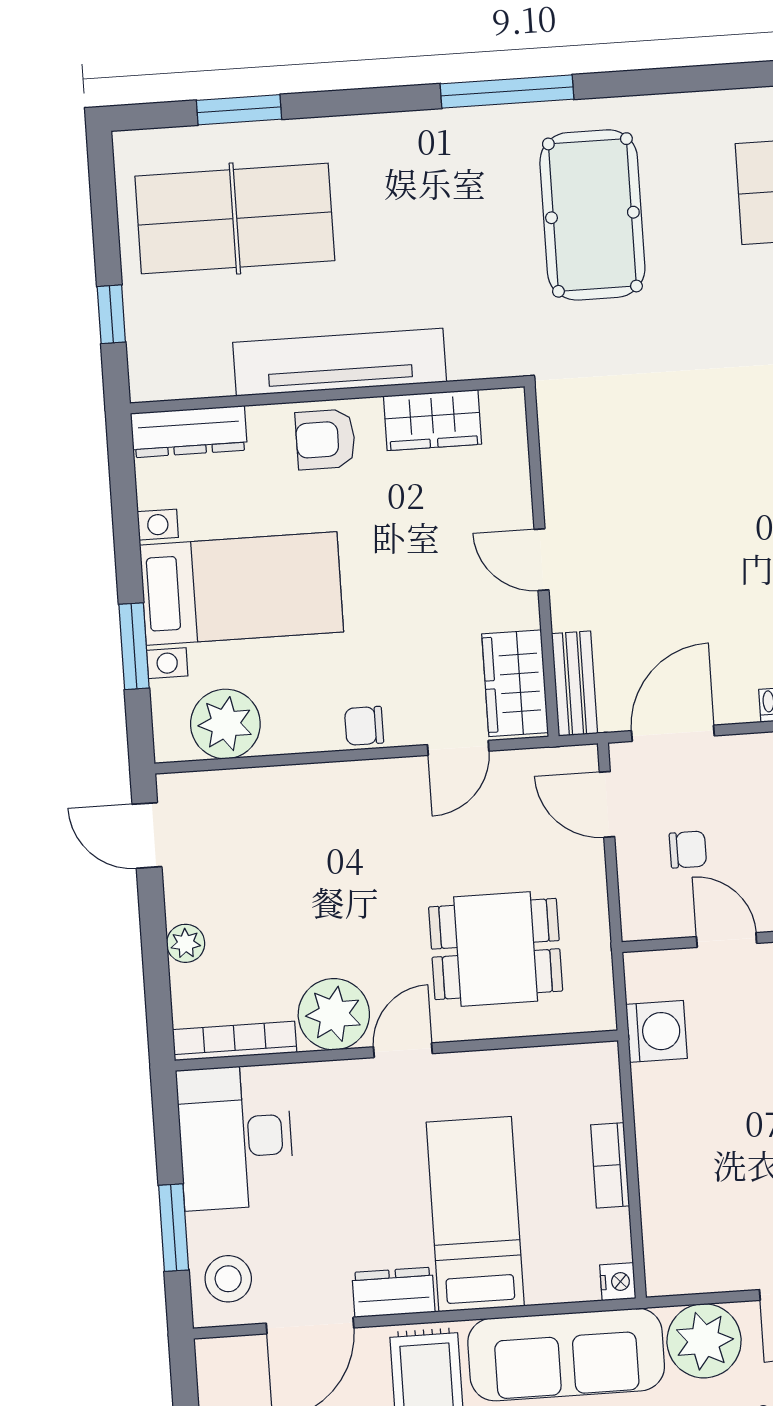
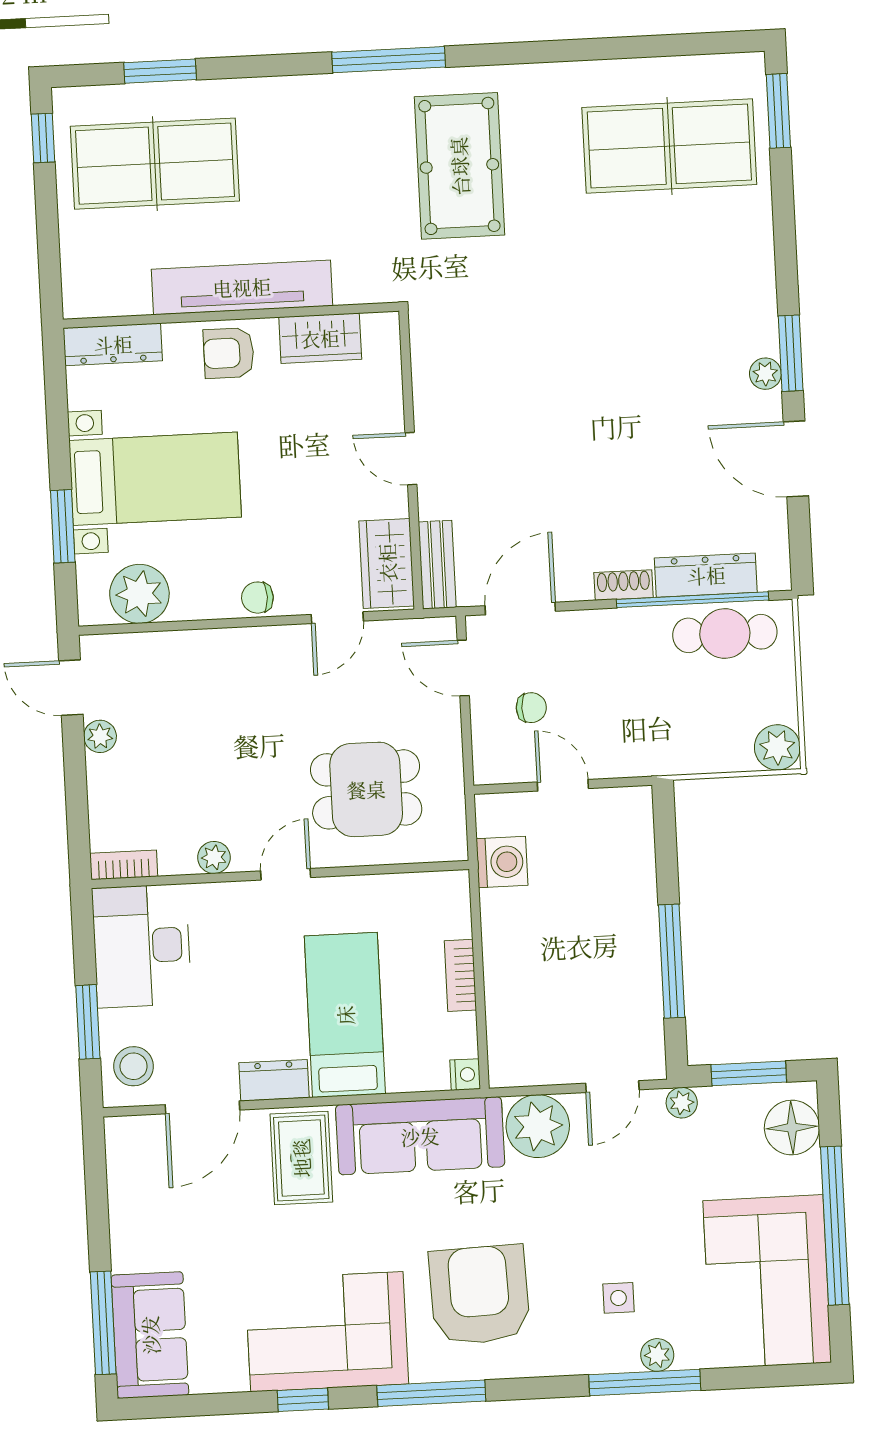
window: (111, 314) -> (43, 138), moved
plant: (186, 943) -> (100, 736), moved
plant: (334, 1014) -> (214, 857), width x0.53, depth x0.53
bookcase: (235, 1041) -> (124, 865), width x0.64

